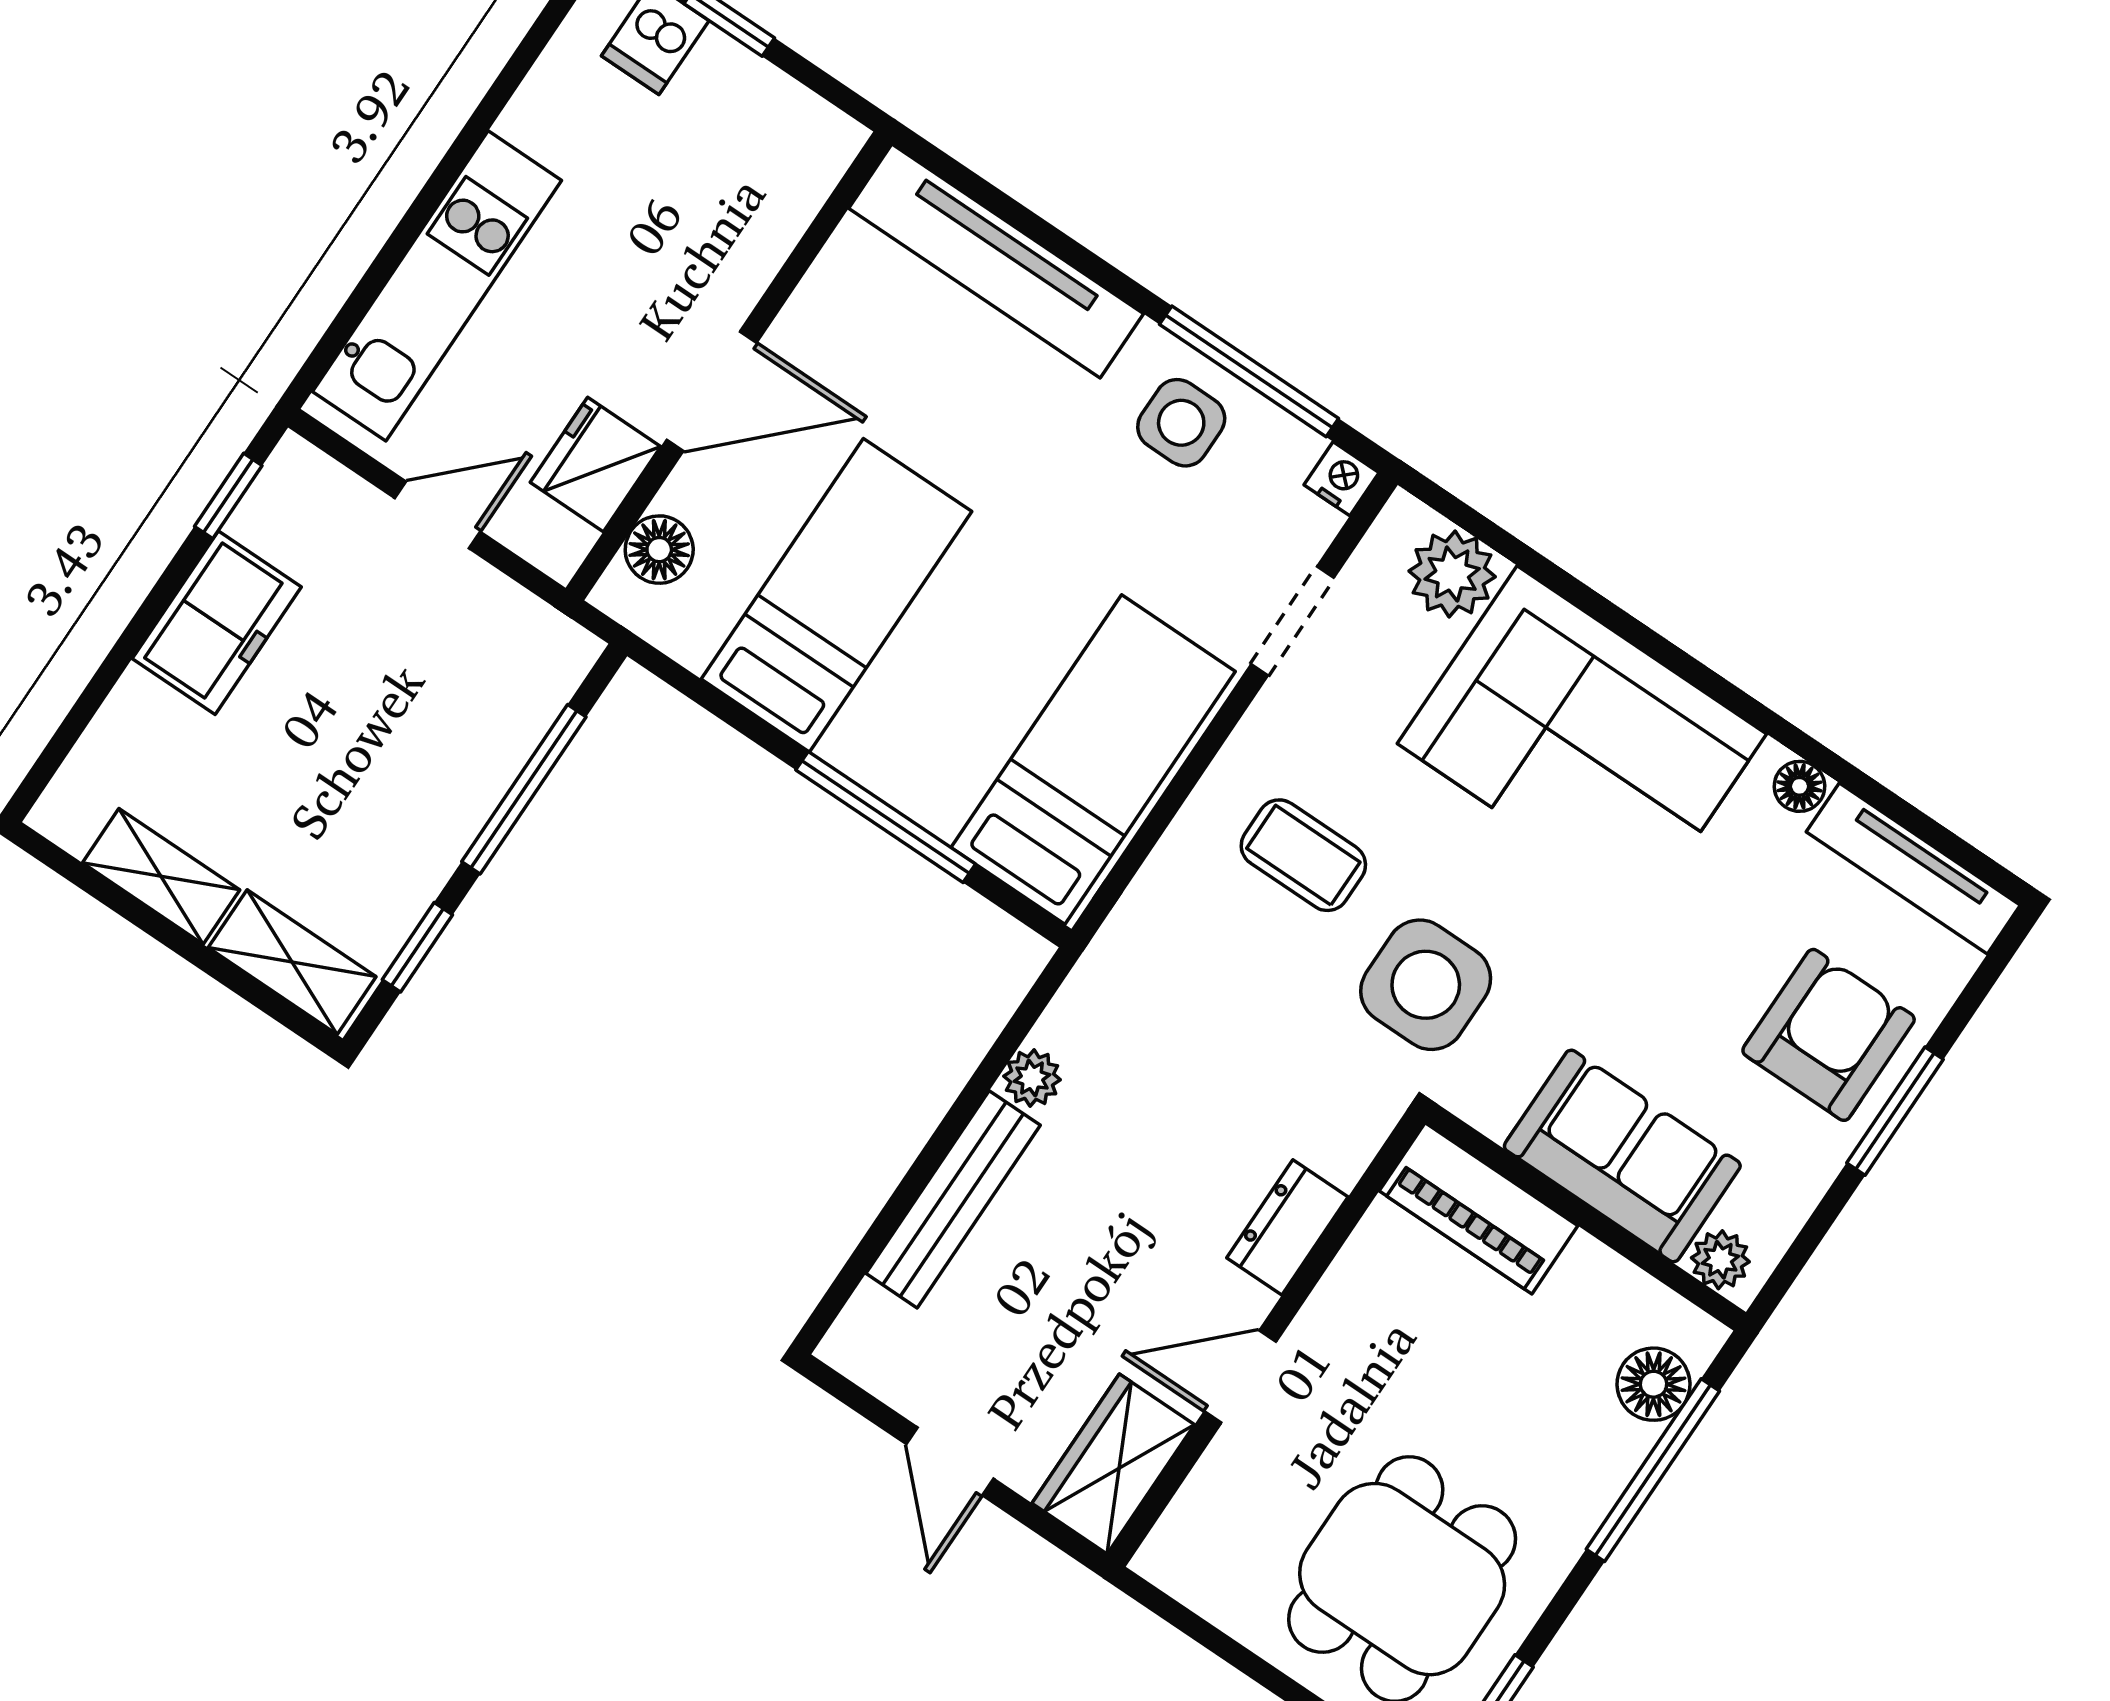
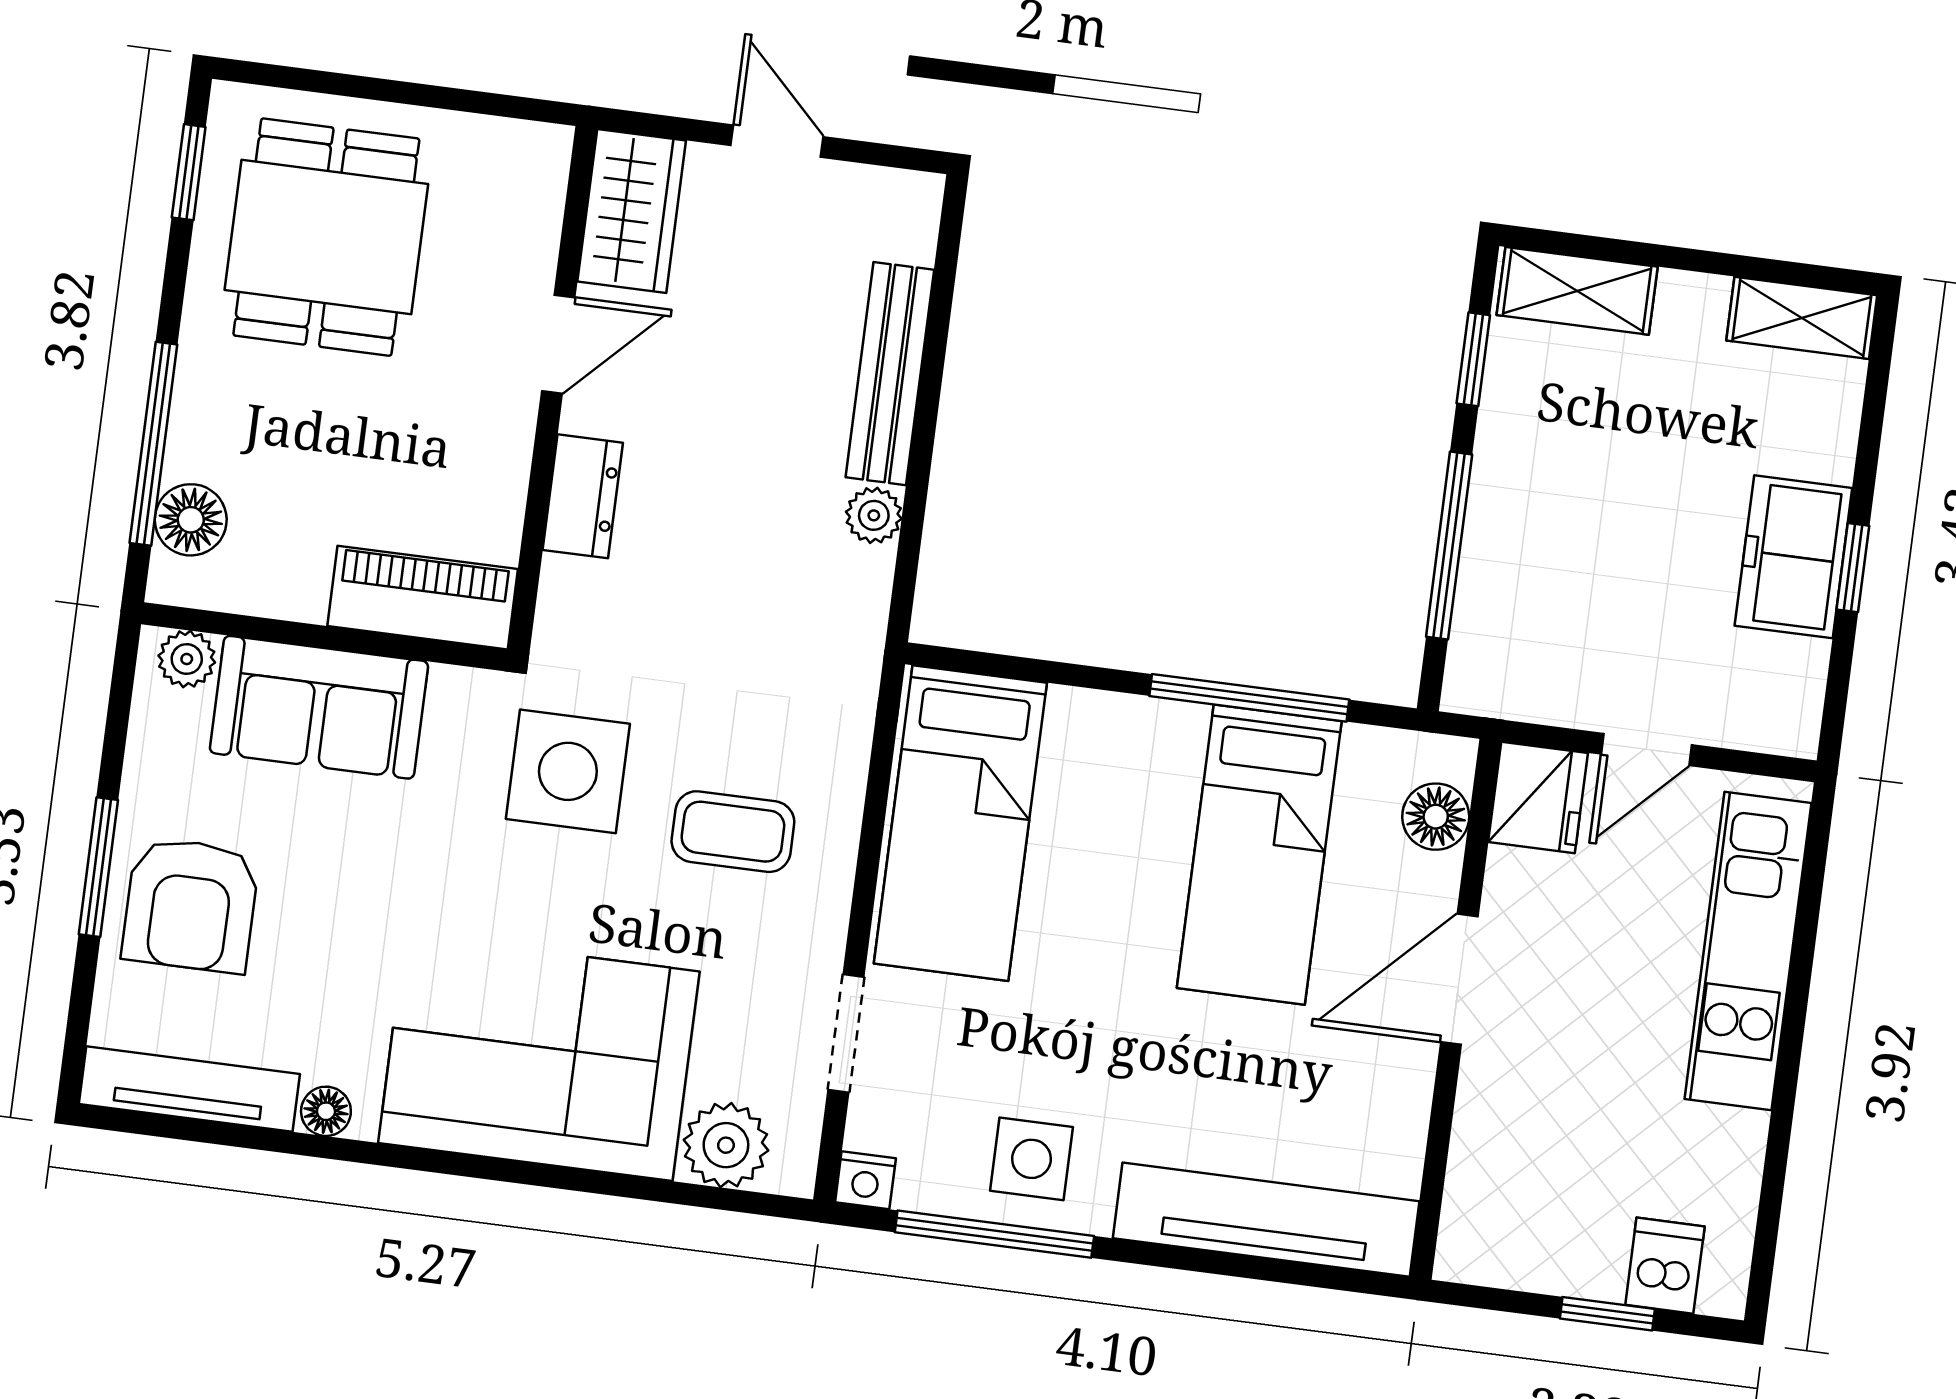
fridge: (595, 465) -> (1538, 798), moved
window: (228, 496) -> (1853, 568), moved
window: (886, 817) -> (1249, 698), moved
shelving: (161, 876) -> (1802, 318), moved

